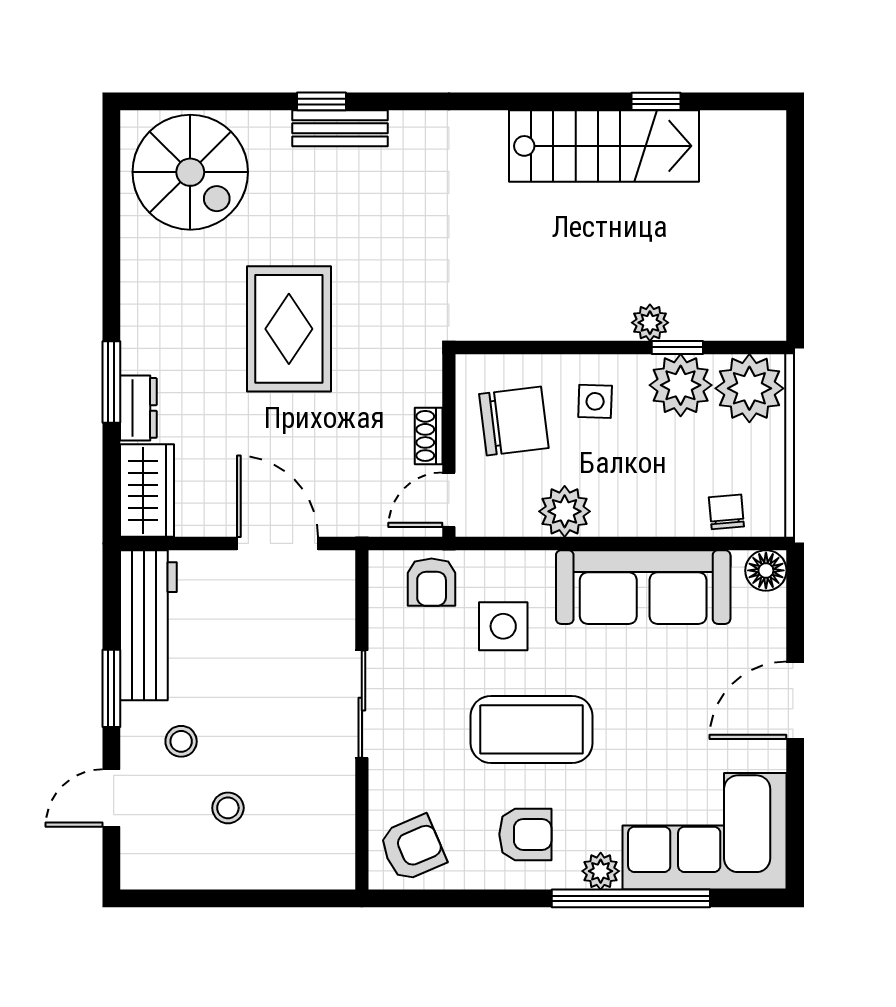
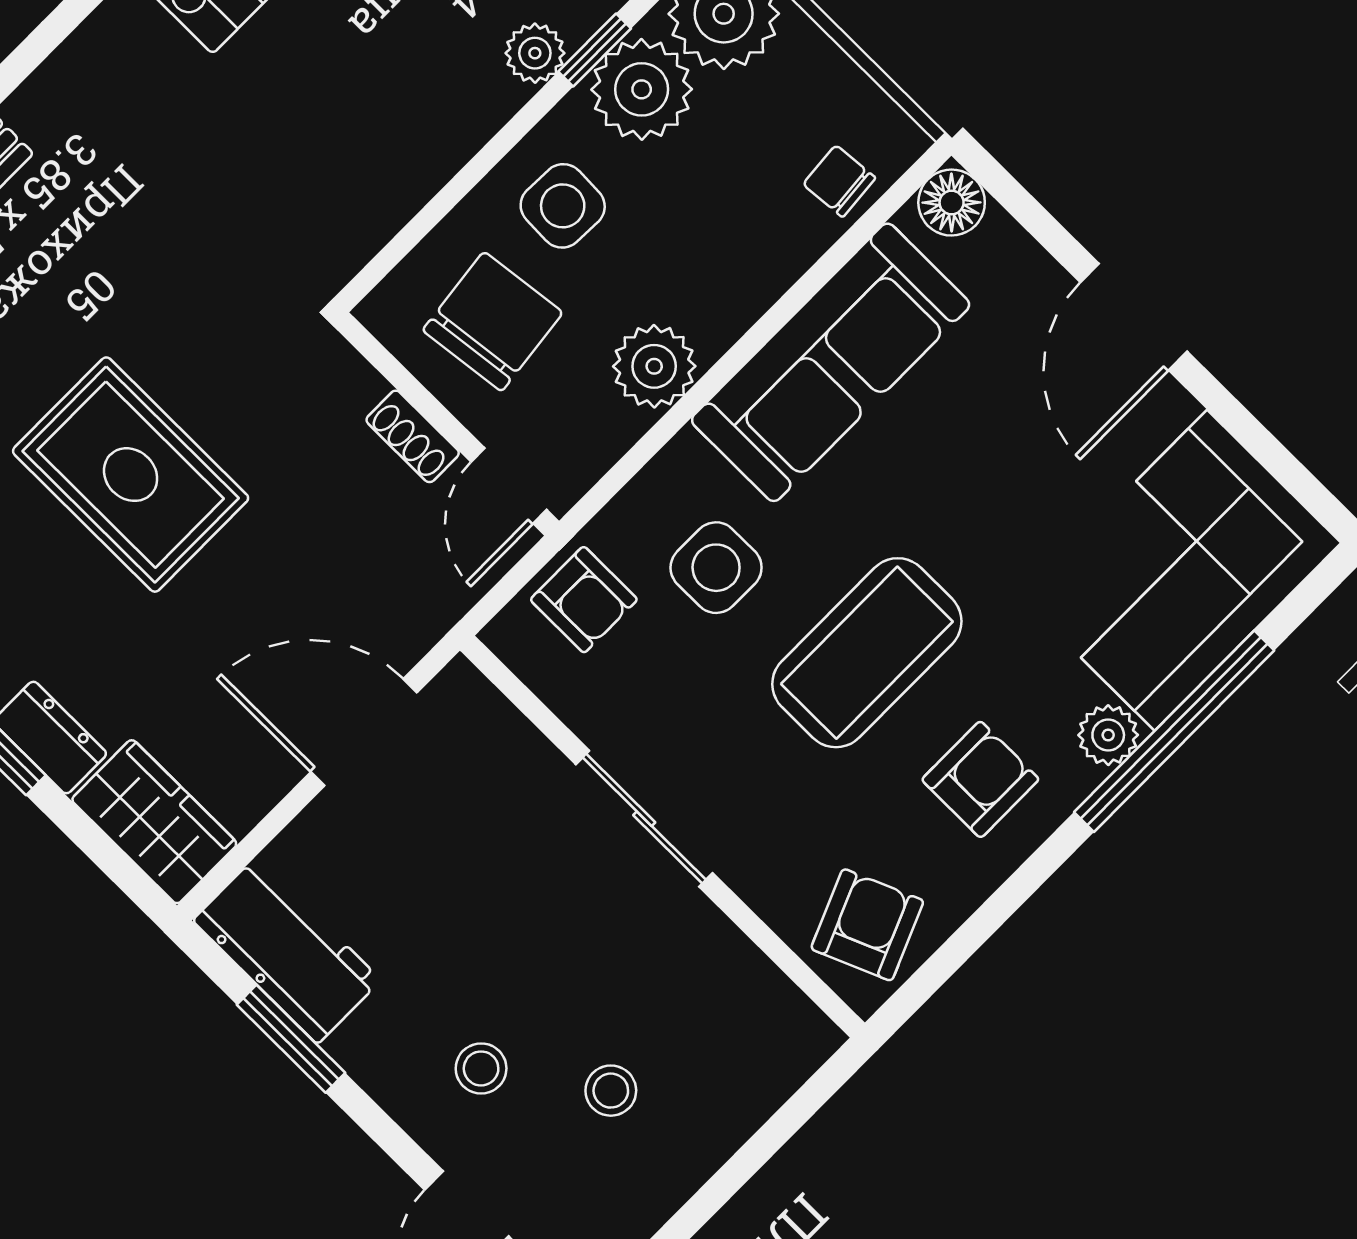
side table: (595, 401) -> (563, 206), width x1.37, depth x1.37
workbench: (148, 625) -> (287, 950), width x0.73
window: (111, 688) -> (291, 1039), moved

